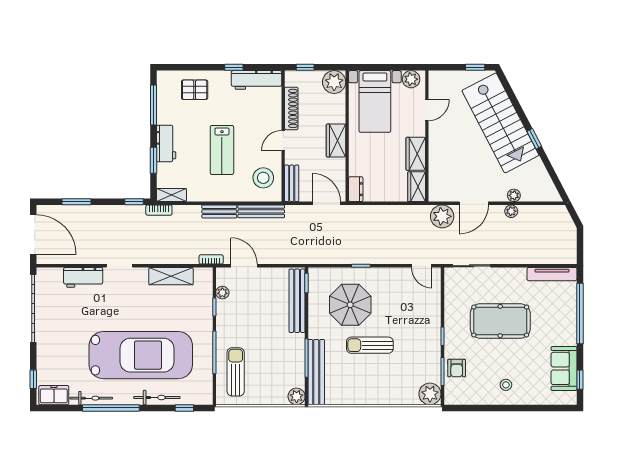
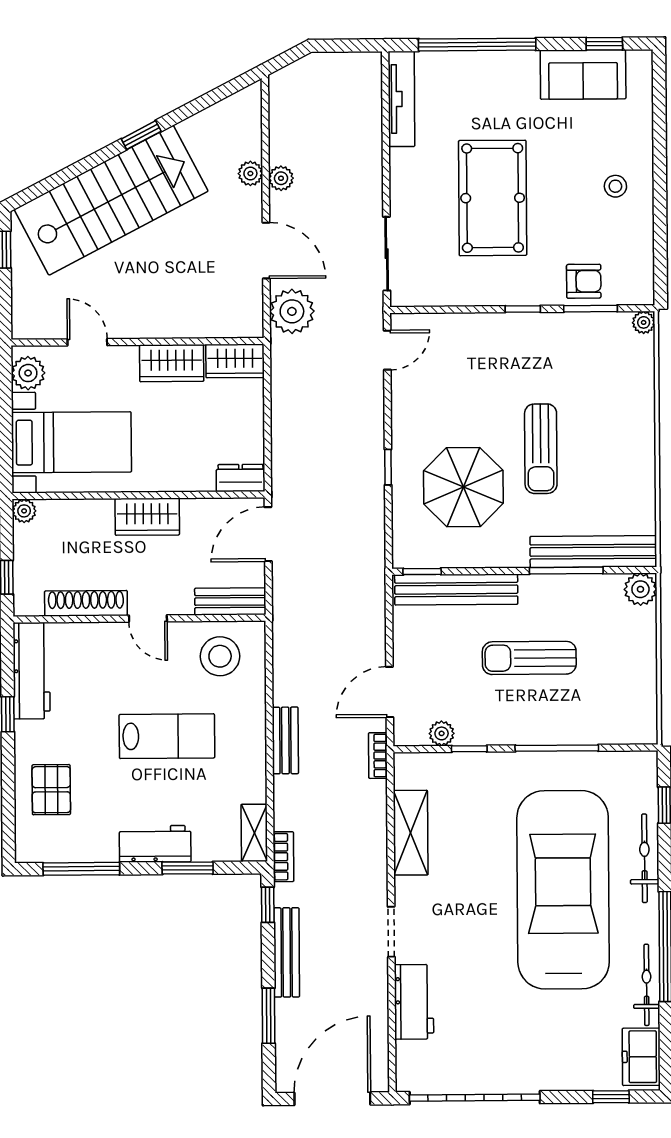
plant: (334, 82) -> (24, 511), width x0.53, depth x0.53
bench: (261, 211) -> (287, 952), moved
sun lounger: (236, 372) -> (529, 658), moved
plant: (430, 394) -> (644, 322), width x0.53, depth x0.53

